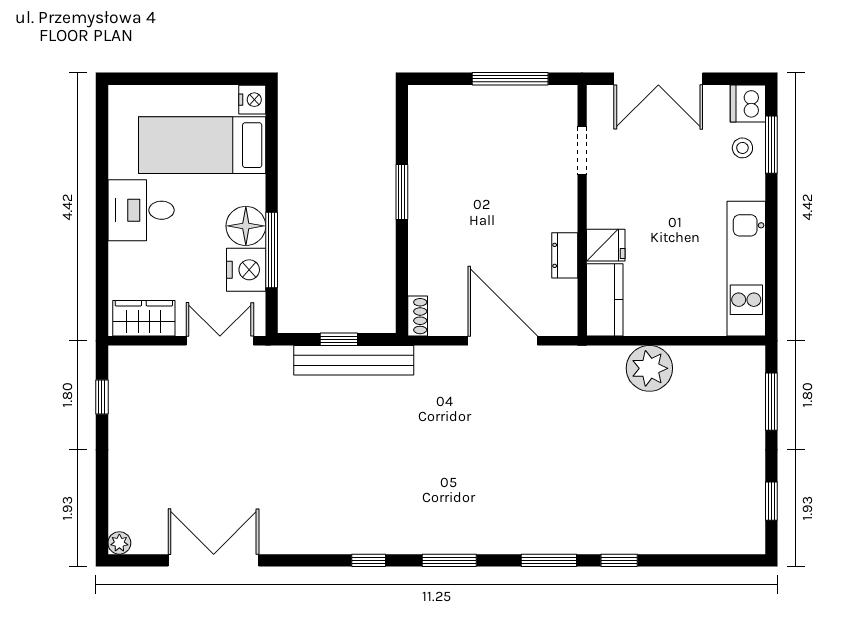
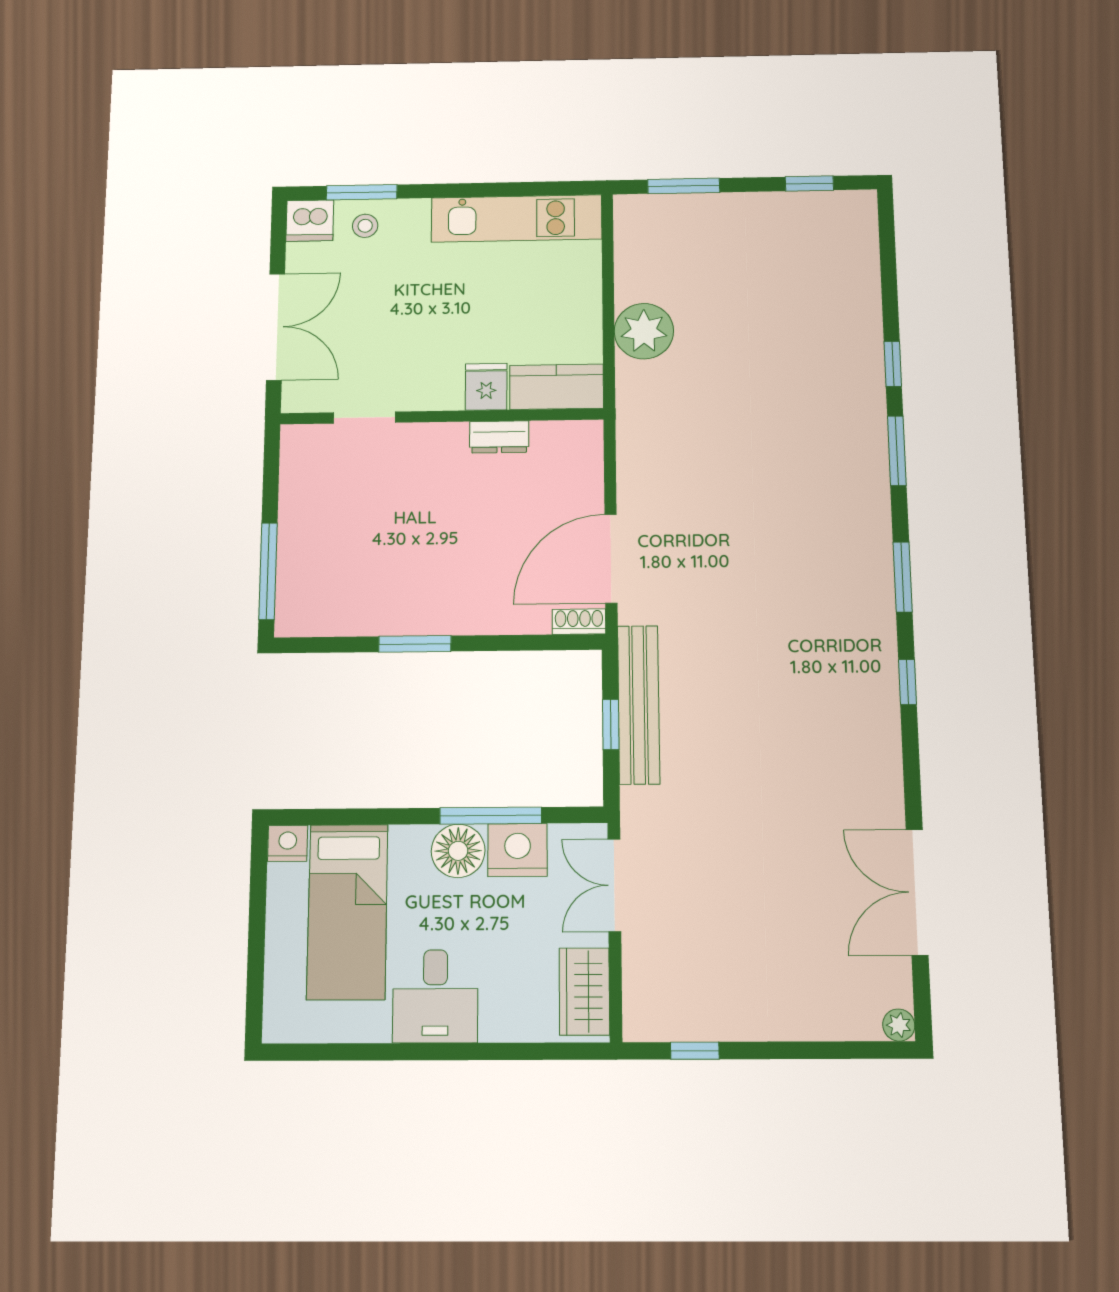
window: (510, 79) -> (268, 571), moved
door: (503, 341) -> (611, 559), moved

